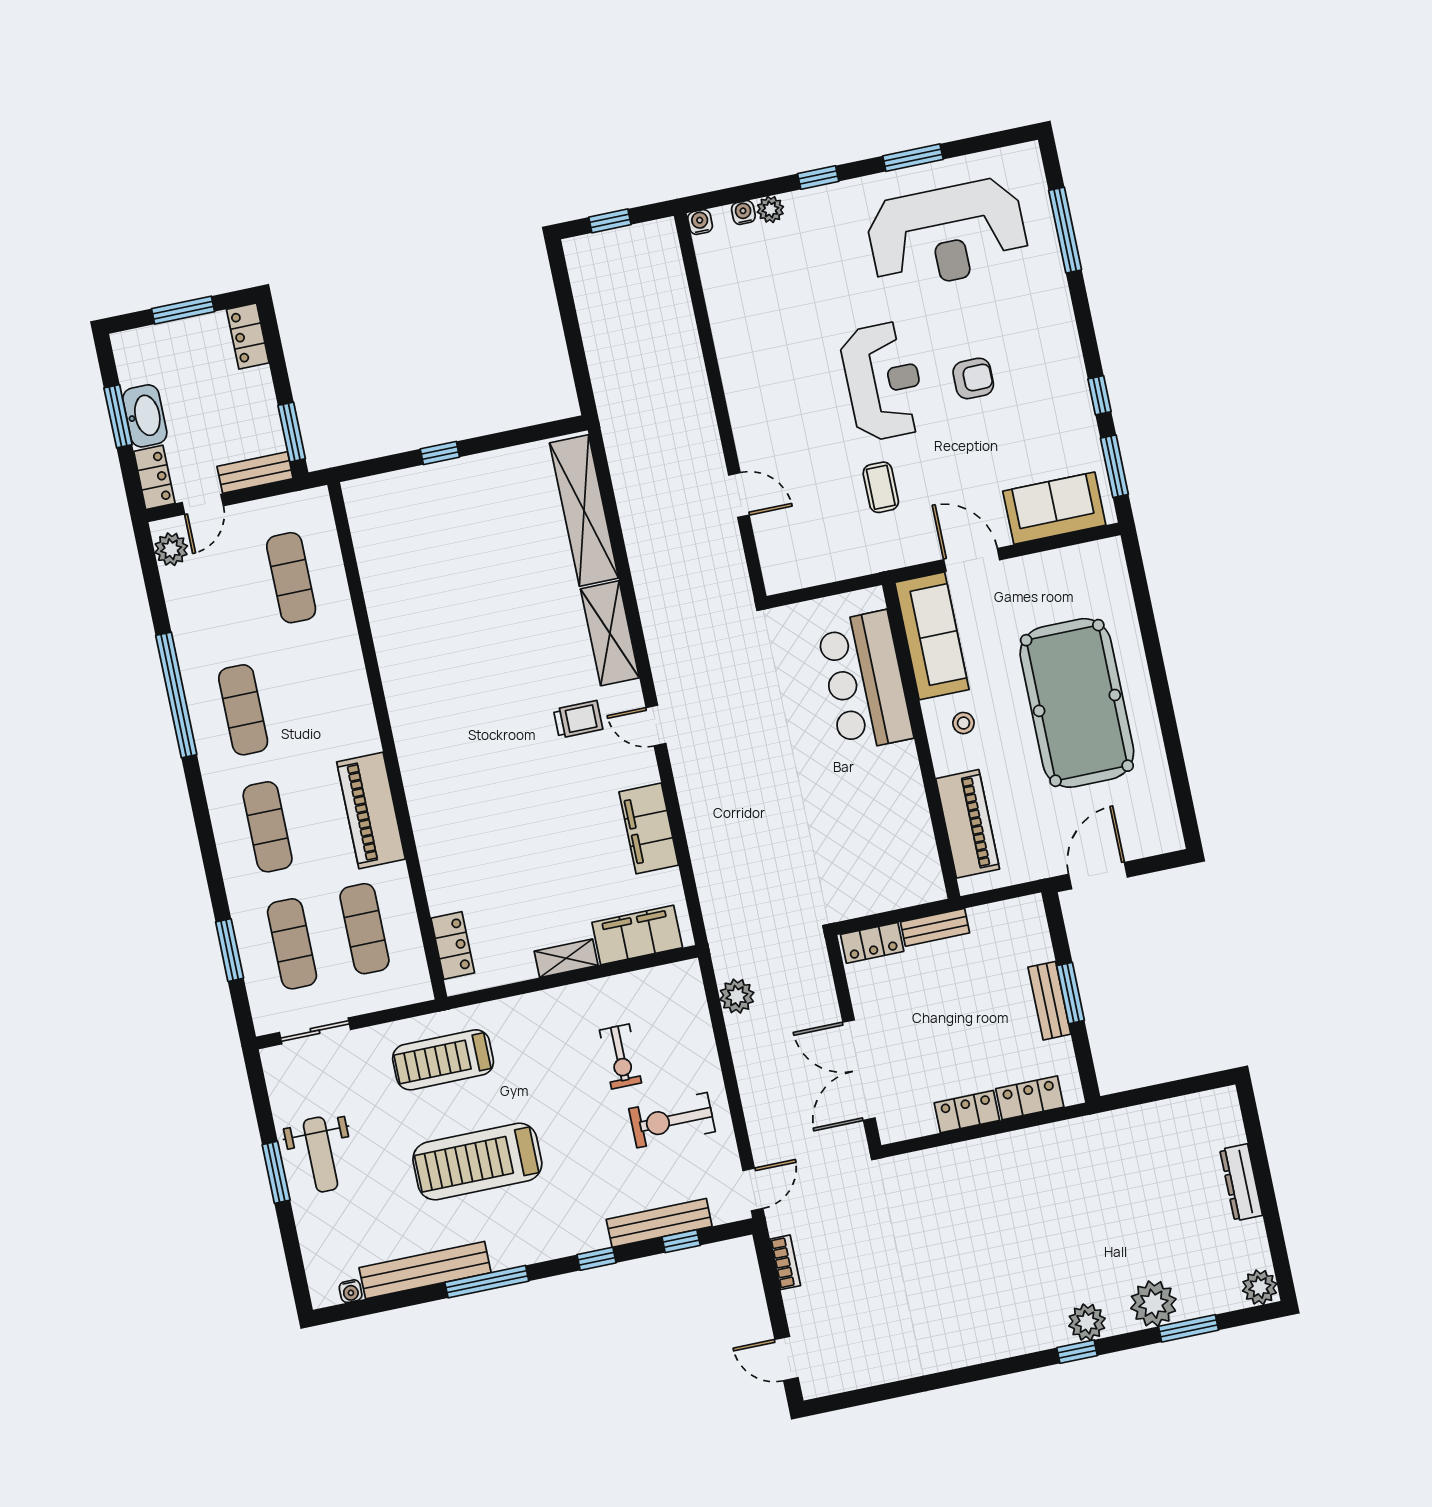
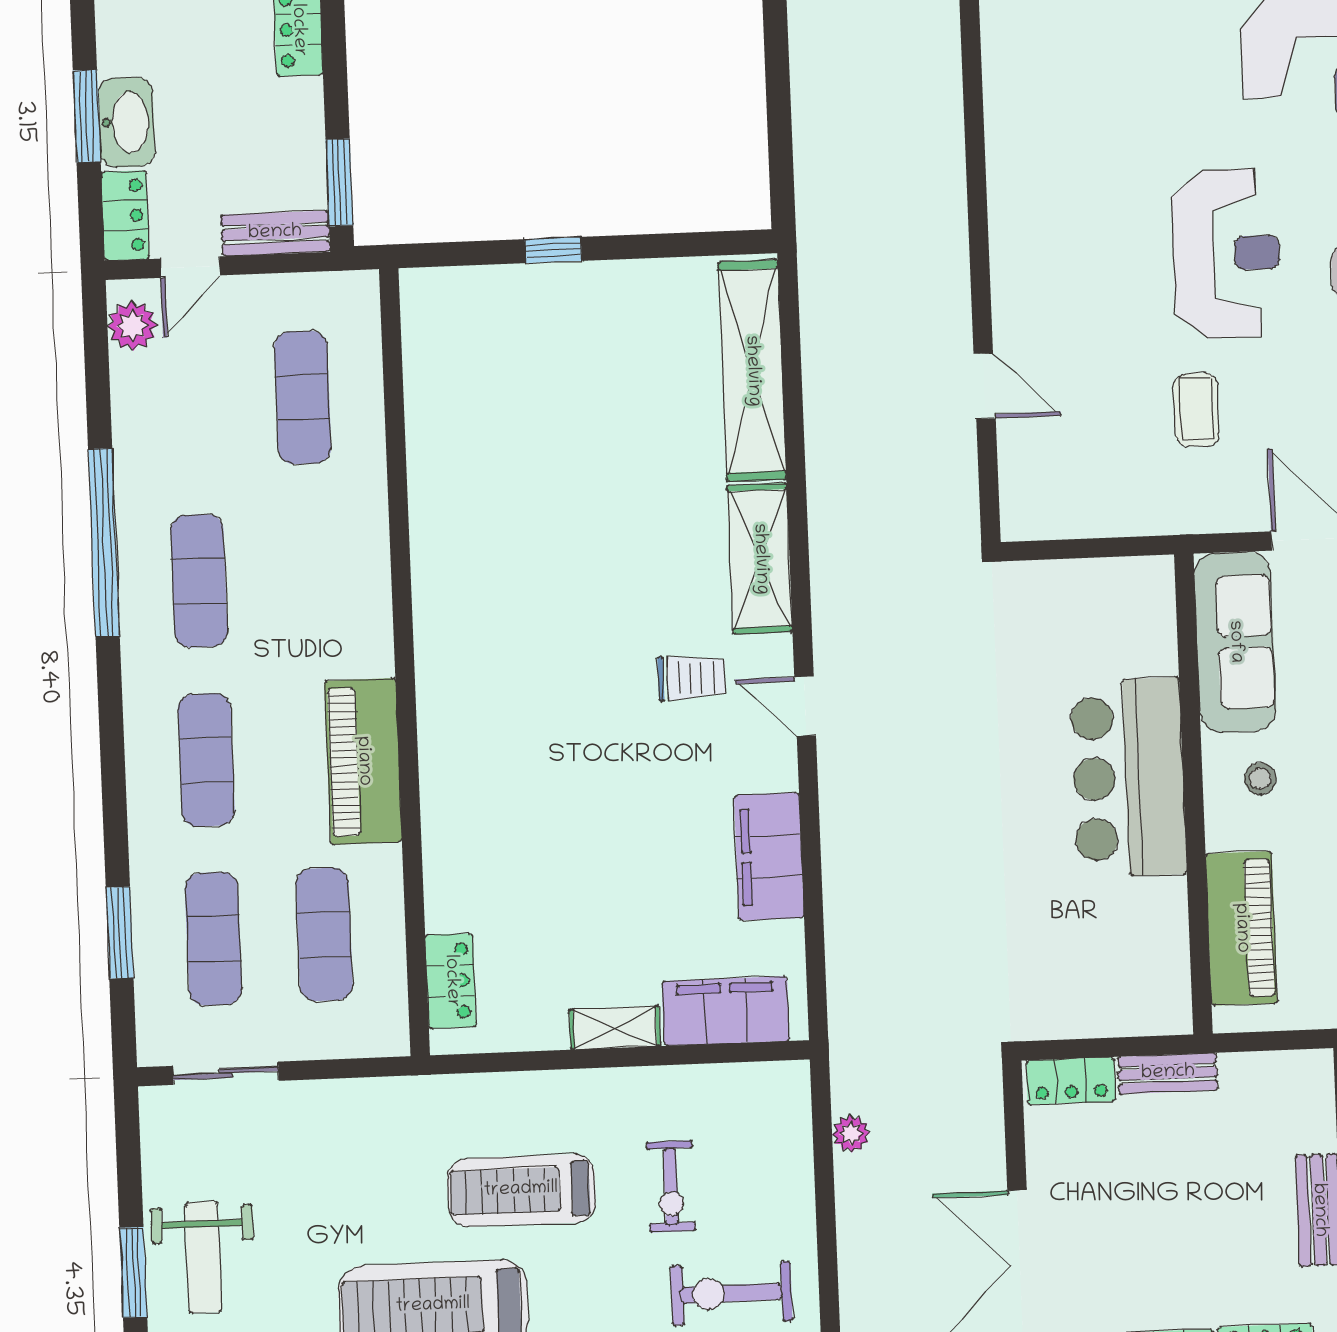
bar counter: (865, 681) -> (1128, 778), moved
plant: (737, 996) -> (851, 1134), width x0.73, depth x0.73
treadmill: (443, 1060) -> (521, 1190), moved

